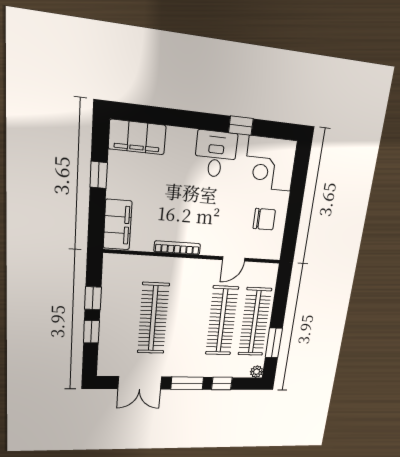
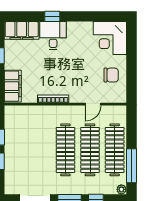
window: (241, 126) -> (52, 16), moved
desk: (216, 154) -> (53, 36), moved
clothes rail: (153, 318) -> (65, 150), moved
window: (274, 343) -> (132, 166), width x1.44

